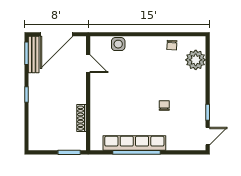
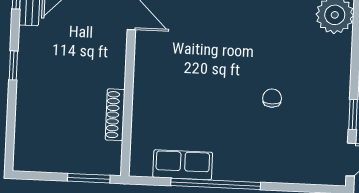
row of seats: (134, 143) -> (183, 165), width x0.50

